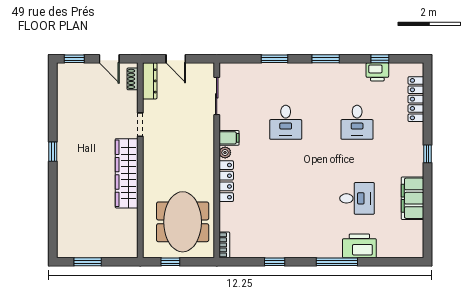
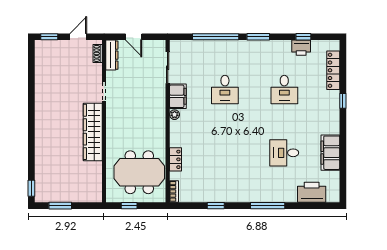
door: (109, 59) -> (78, 37), swing flipped
window: (274, 59) -> (216, 37), width x2.11
filing cabinet: (229, 138) -> (178, 96), width x2.00
window: (53, 152) -> (31, 188), moved
window: (428, 154) -> (343, 101), moved
locker: (226, 181) -> (175, 159), moved, width x0.66
desk: (357, 198) -> (284, 153), turned 180
meeting table: (183, 222) -> (139, 172), turned 90
printer: (359, 246) -> (312, 192), moved

